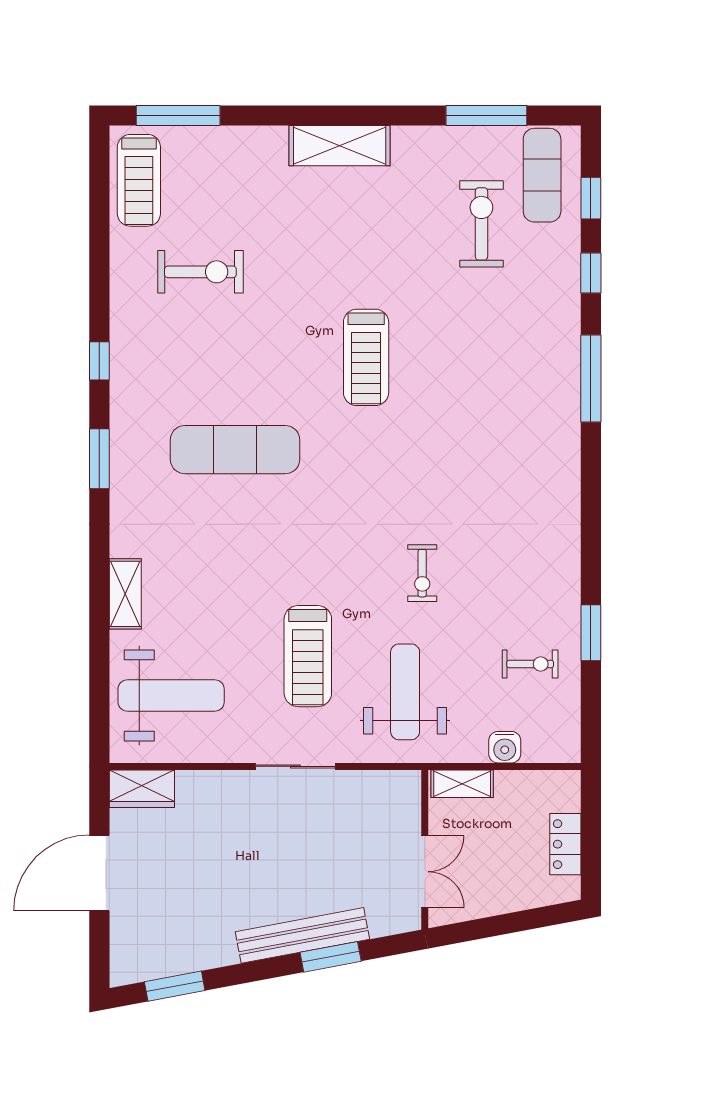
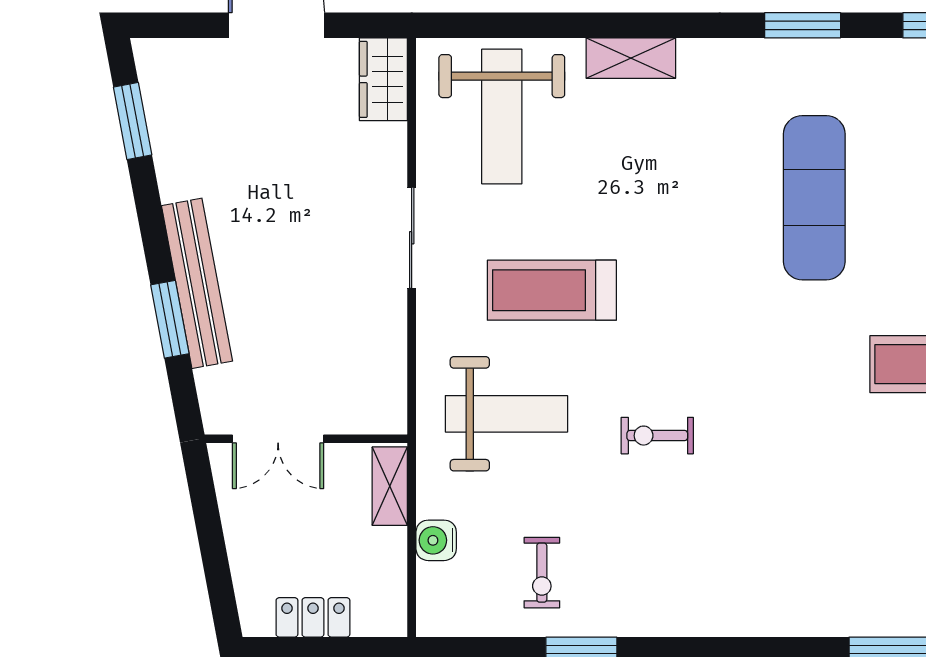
sliding door: (295, 766) -> (412, 238), moved

